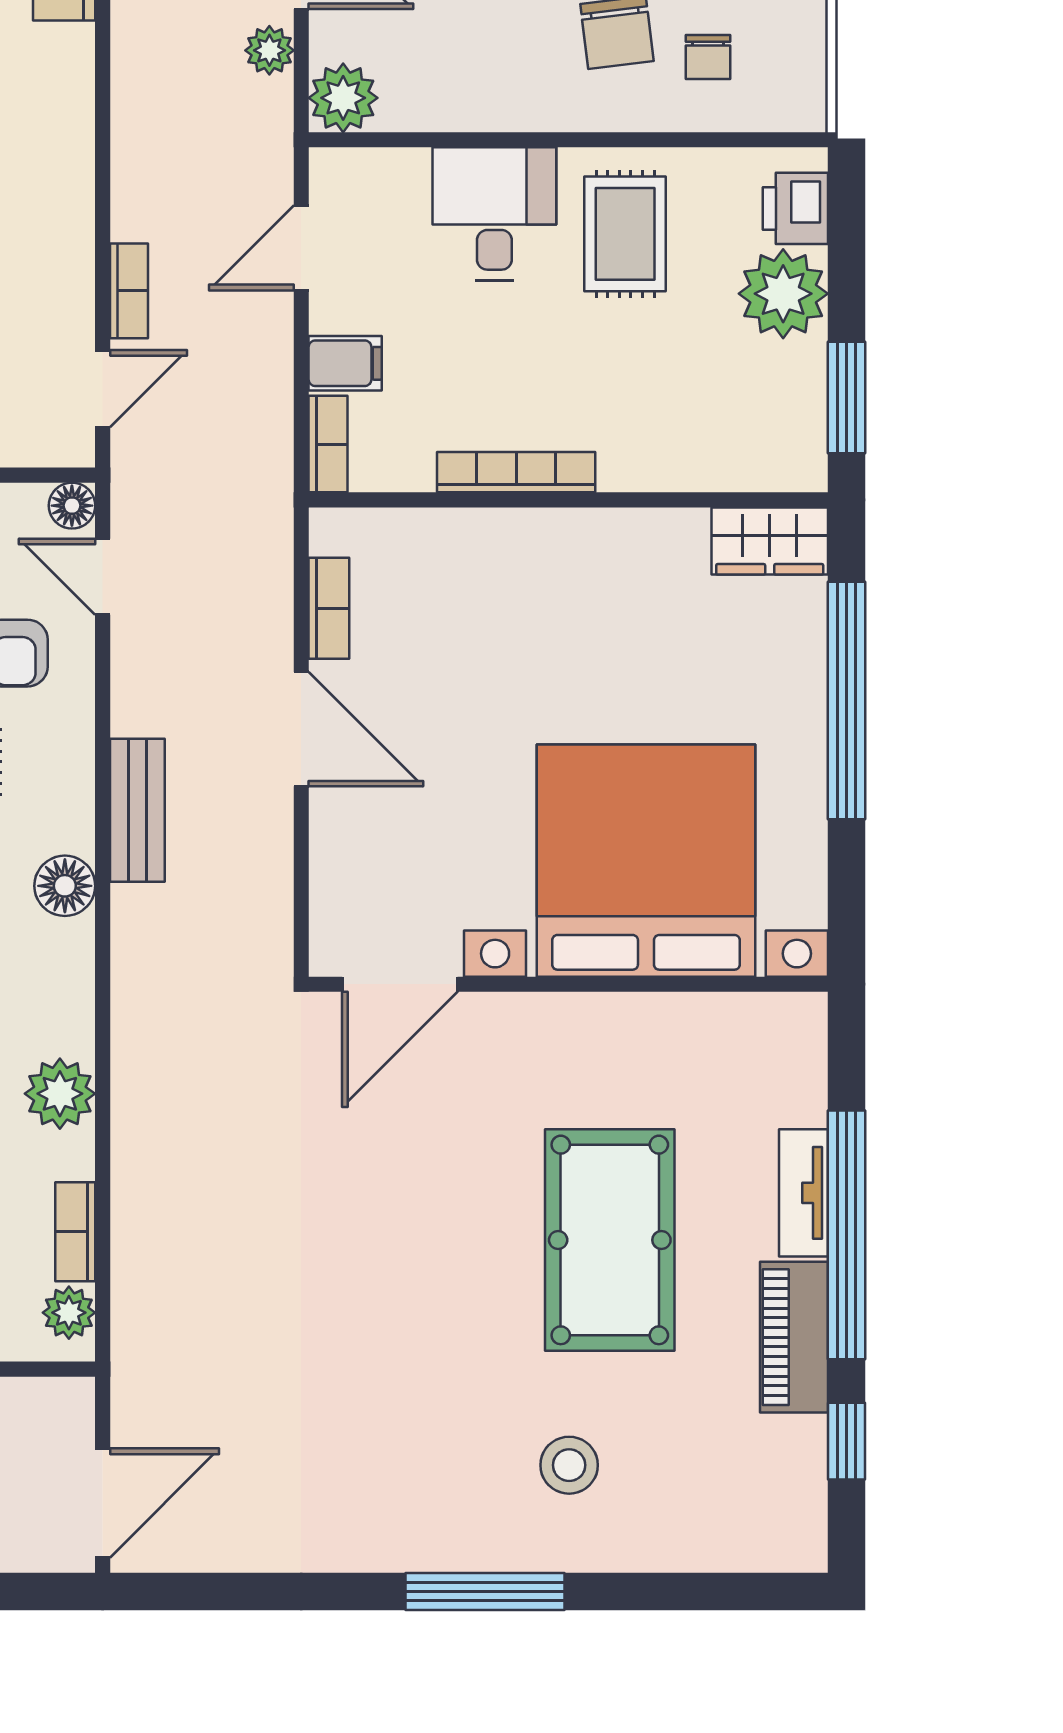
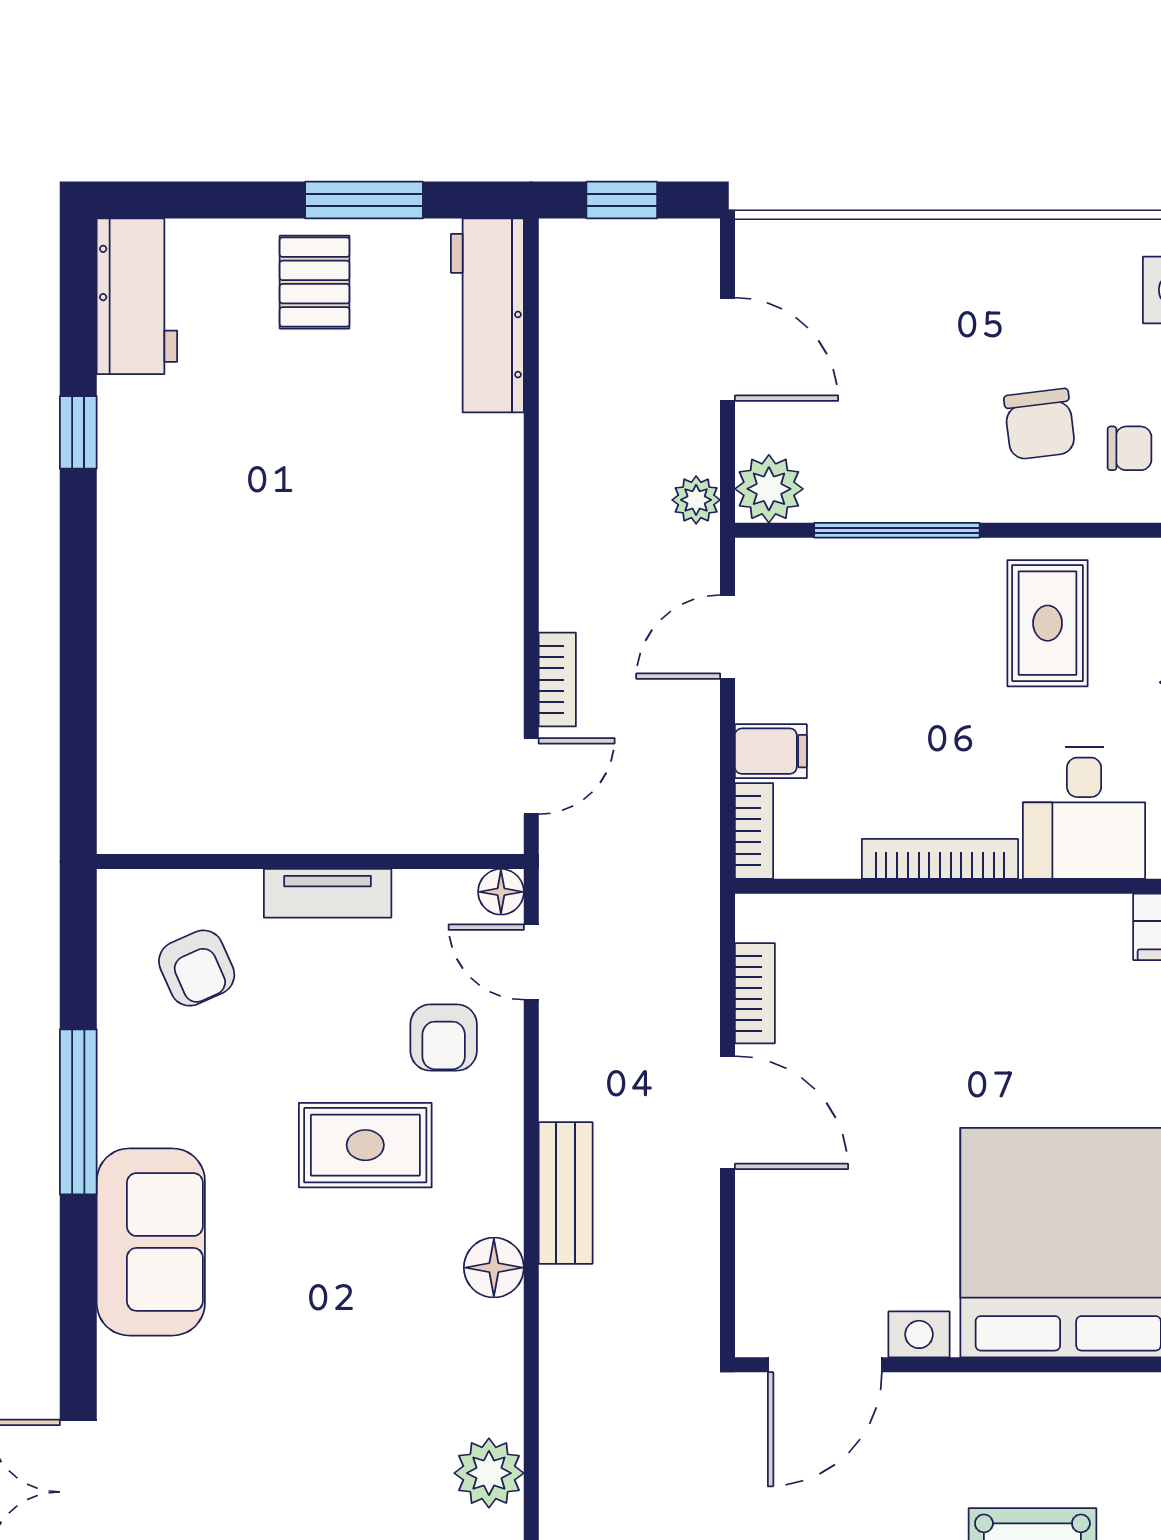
plant: (269, 50) -> (696, 500), moved
chair: (708, 57) -> (1130, 448), turned -90
window: (473, 140) -> (897, 530), added
desk: (494, 214) -> (1084, 813), moved, turned 180

